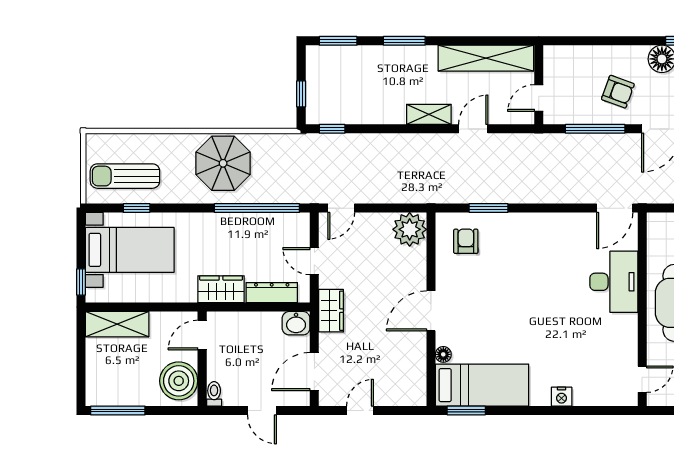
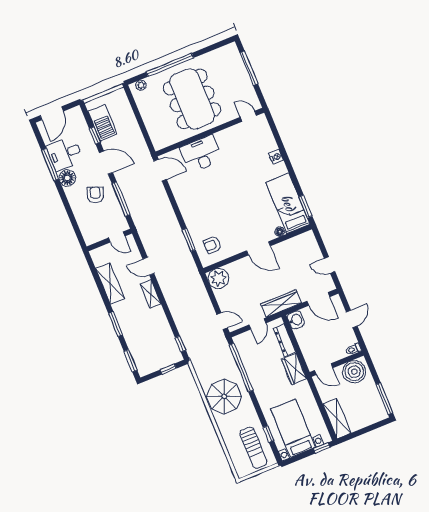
shelving: (486, 58) -> (110, 284), width x0.68
wardrobe: (331, 311) -> (281, 303), width x1.50

